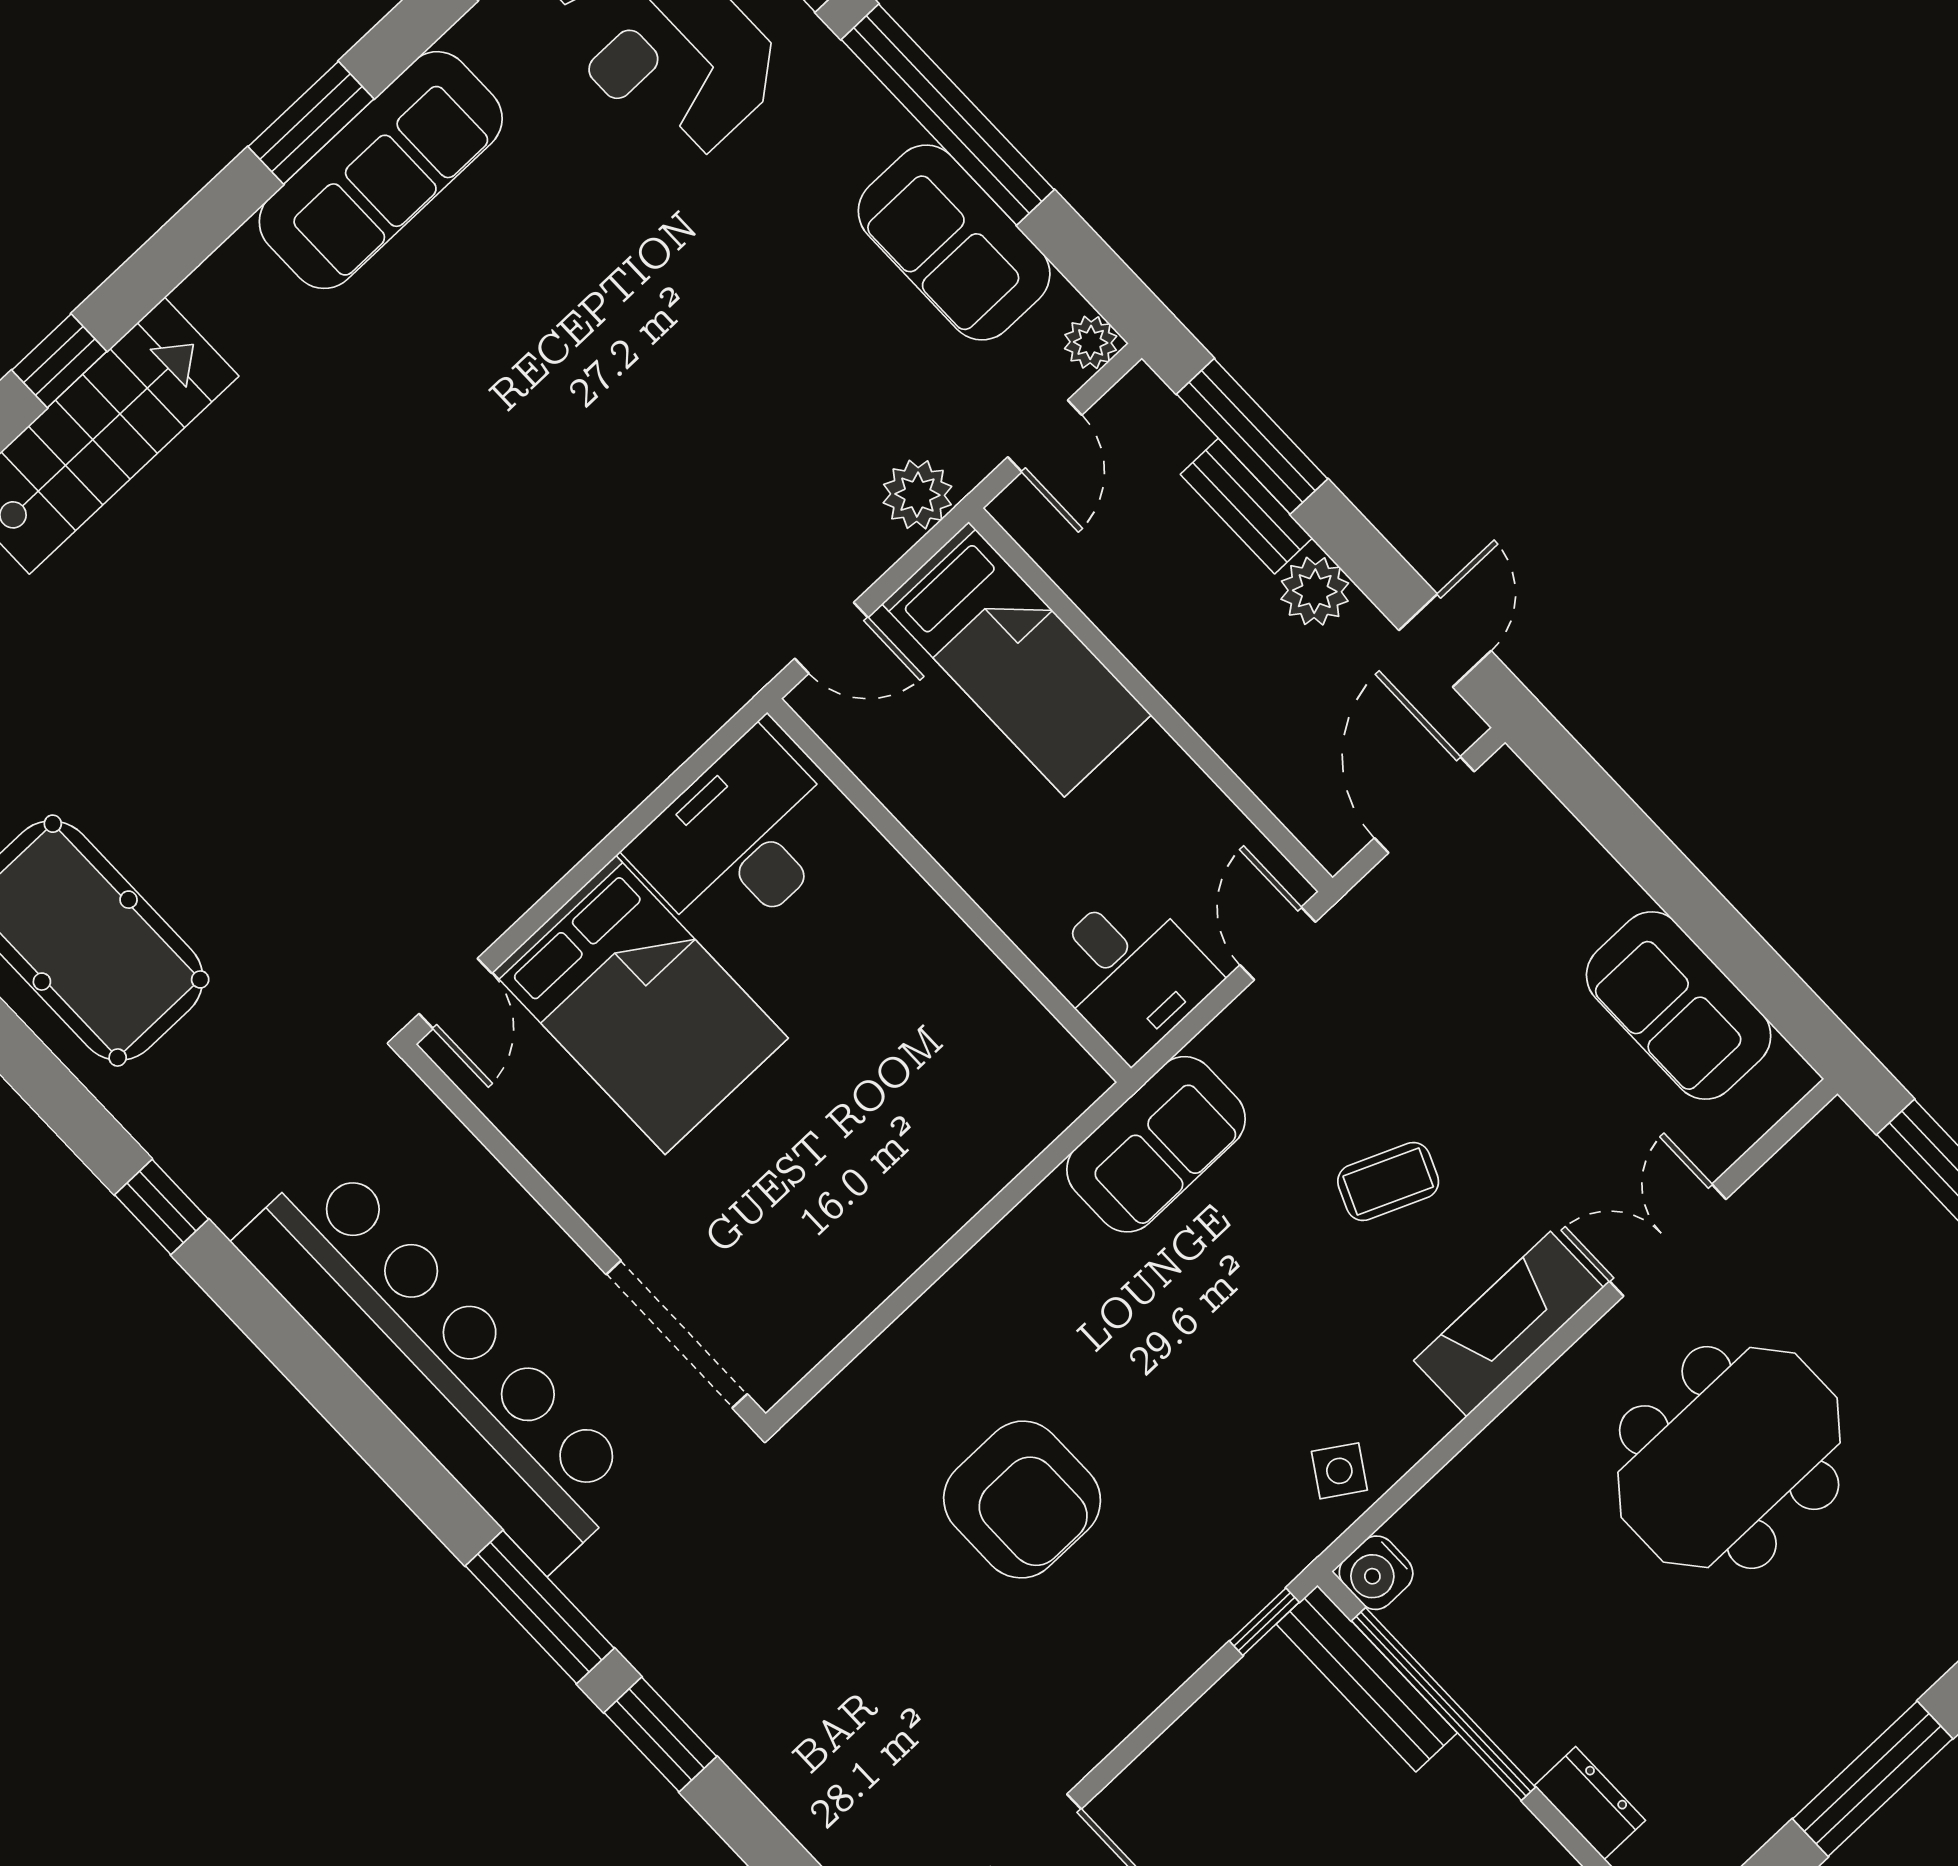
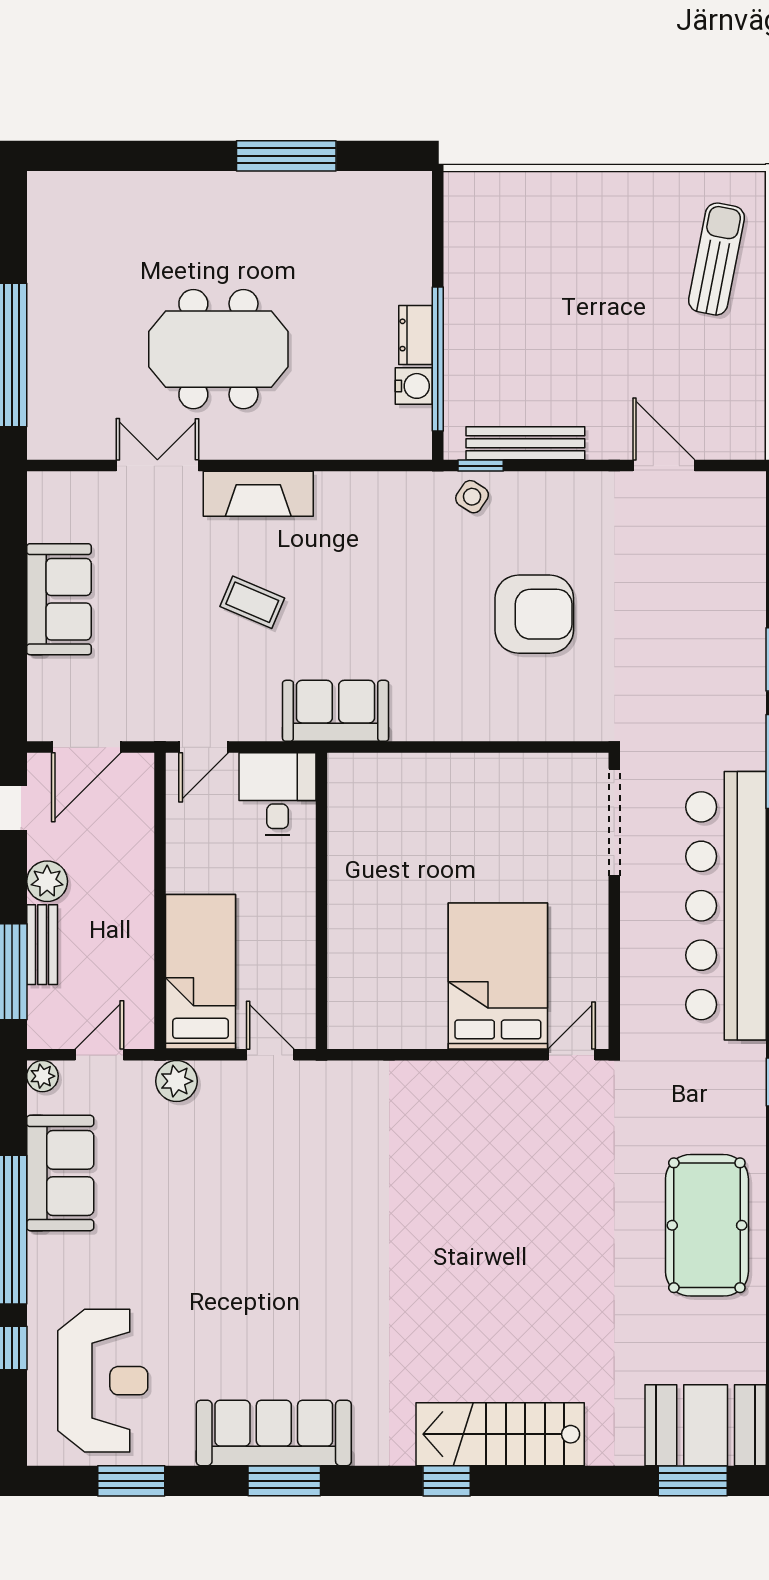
window: (59, 361) -> (447, 1481), moved
desk: (740, 841) -> (390, 1006), removed
sofa: (1679, 1006) -> (59, 599), moved
double door: (1668, 1240) -> (157, 466), swing flipped
side table: (1339, 1471) -> (472, 497), moved
armchair: (1022, 1500) -> (534, 614), turned 90
water cooler: (1376, 1573) -> (414, 386), moved
bench: (1367, 1678) -> (525, 443), moved, turned 90
dresser: (1590, 1803) -> (415, 335), moved

